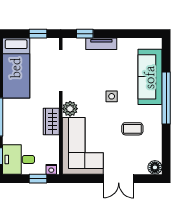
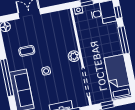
wardrobe: (51, 122) -> (85, 44), removed
corner sofa: (83, 146) -> (60, 32), removed

